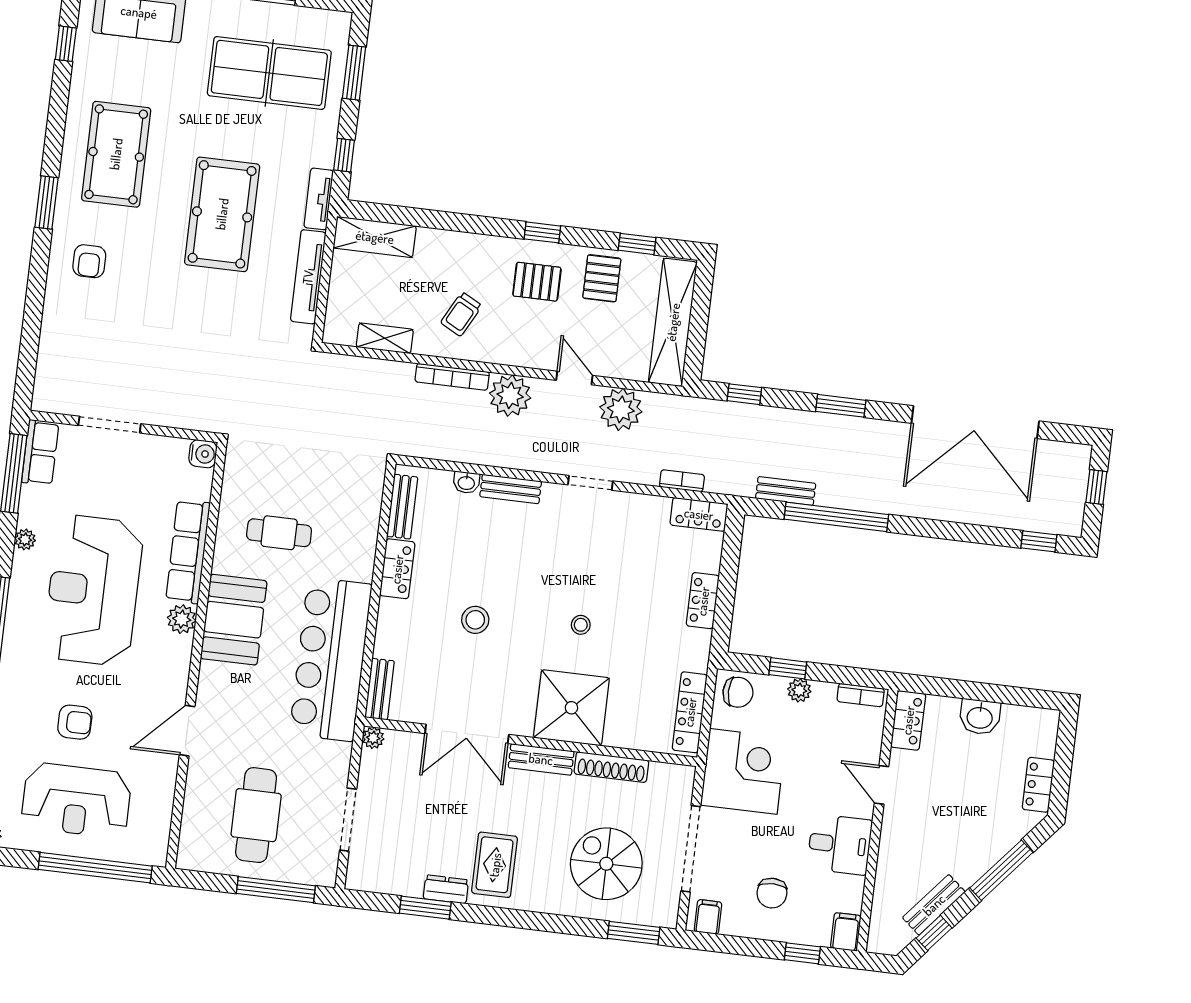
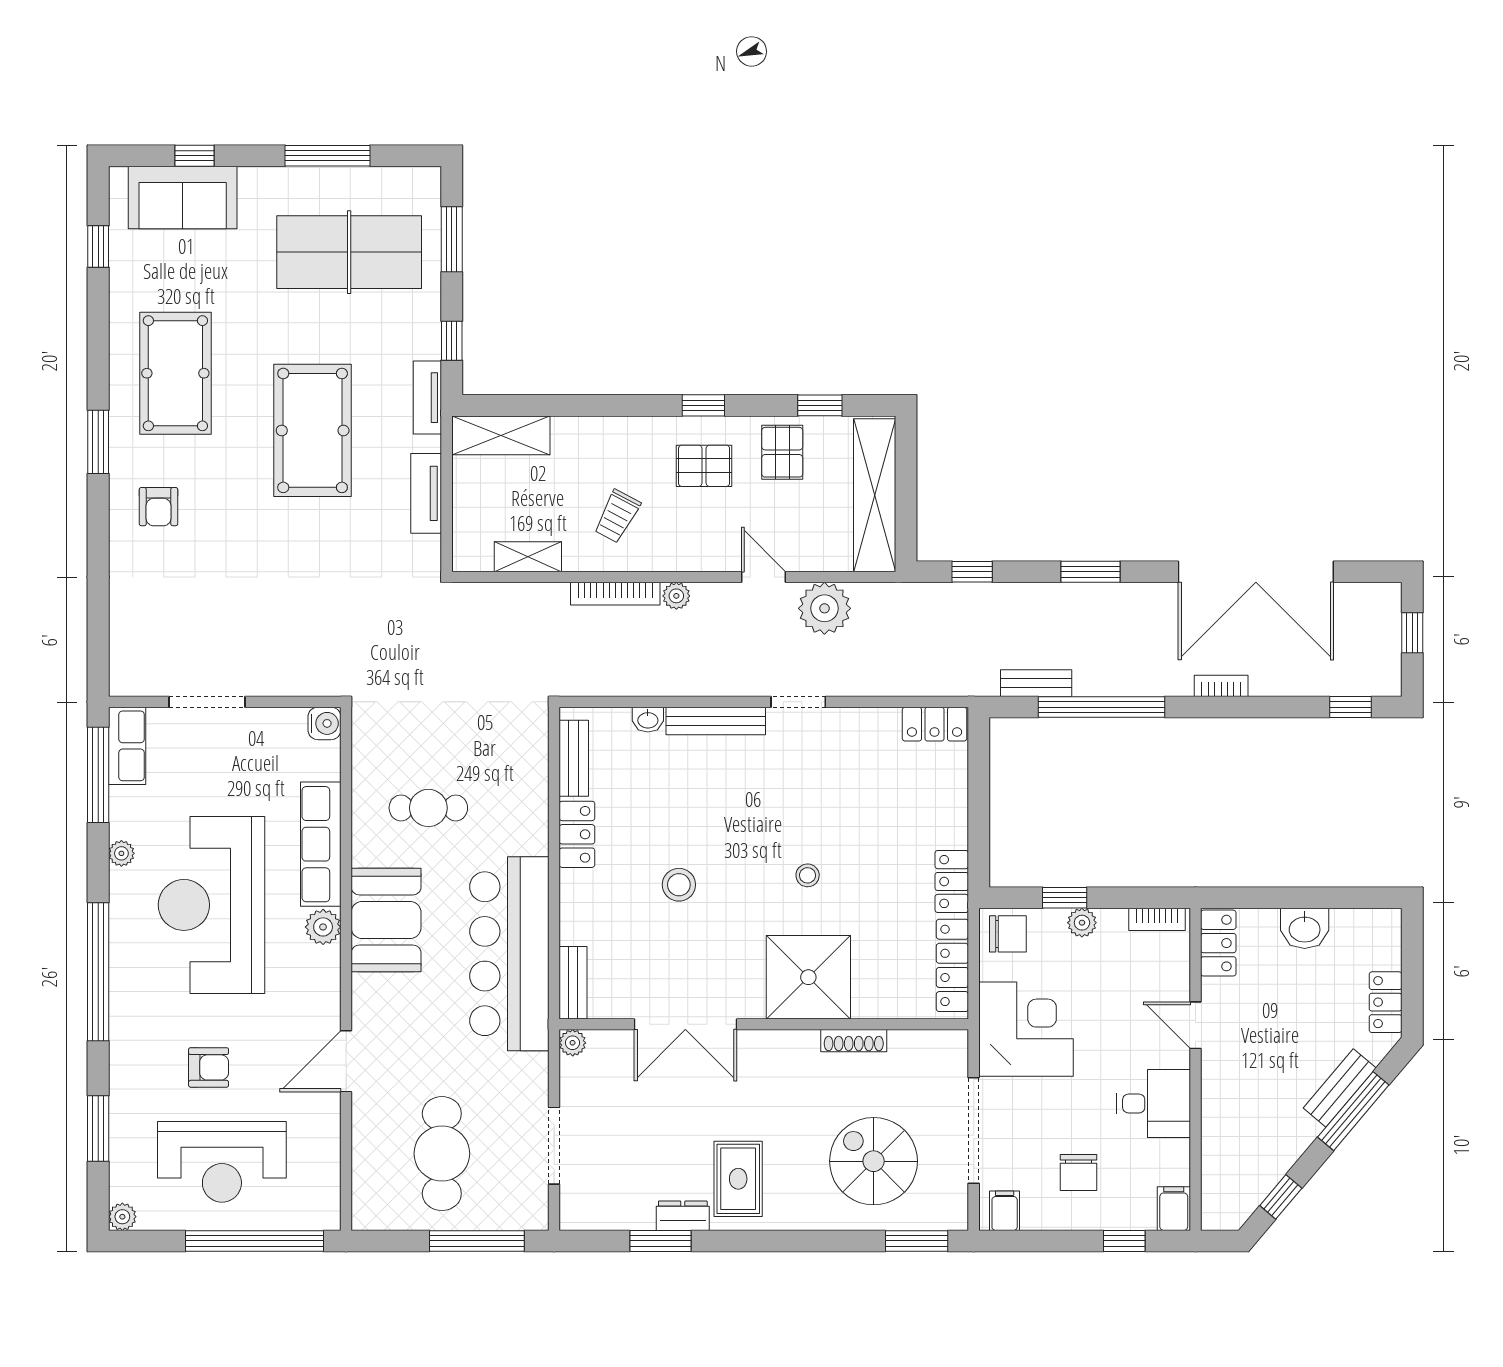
tv unit: (308, 277) -> (426, 493), width x0.71
plant: (510, 396) -> (676, 596), width x0.53, depth x0.53
bookcase: (682, 481) -> (1221, 686), moved
bench: (511, 489) -> (716, 721), width x1.36
locker: (703, 601) -> (952, 882), moved
bench: (541, 759) -> (779, 1044), removed
shoe rack: (611, 767) -> (854, 1041), width x0.74, depth x0.81
bench: (934, 905) -> (1340, 1088), moved

